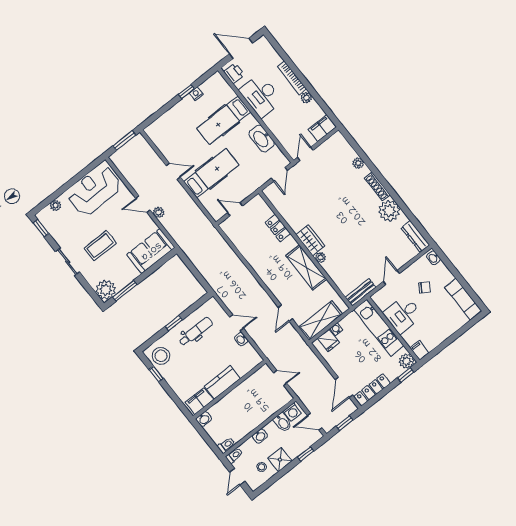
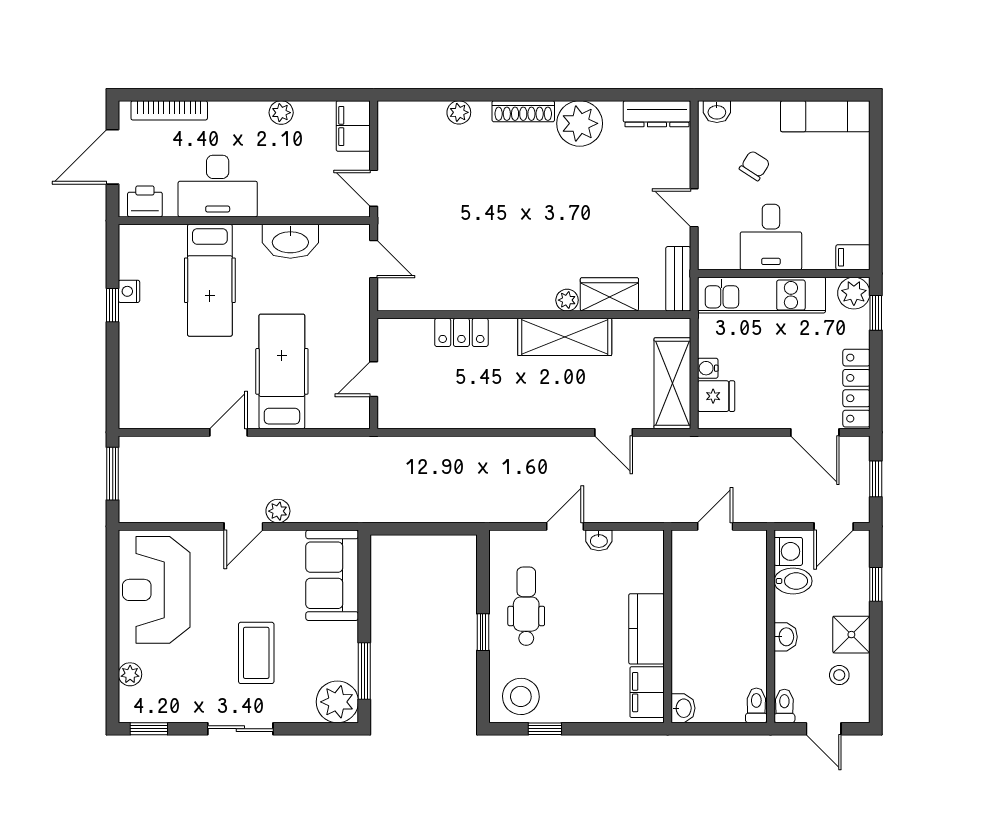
bookcase: (292, 78) -> (169, 110), moved
wardrobe: (310, 240) -> (609, 294), moved

